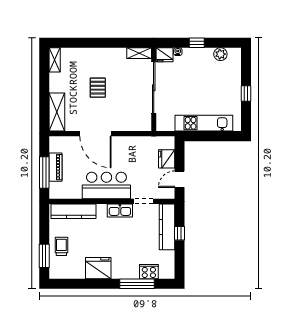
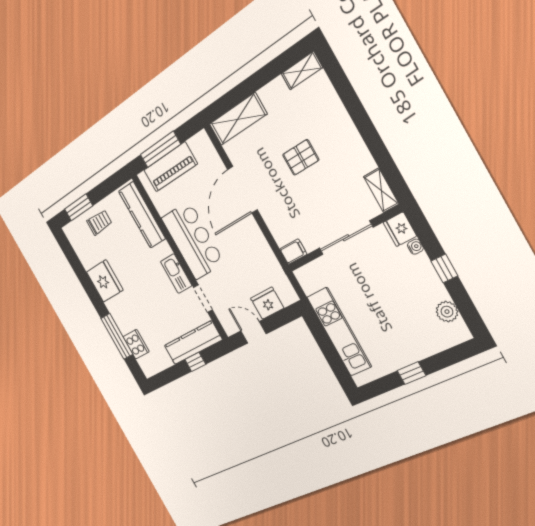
sliding door: (154, 88) -> (346, 238), width x0.73
filing cabinet: (146, 124) -> (293, 252), added
piano: (56, 167) -> (170, 167), width x1.37, depth x1.33

